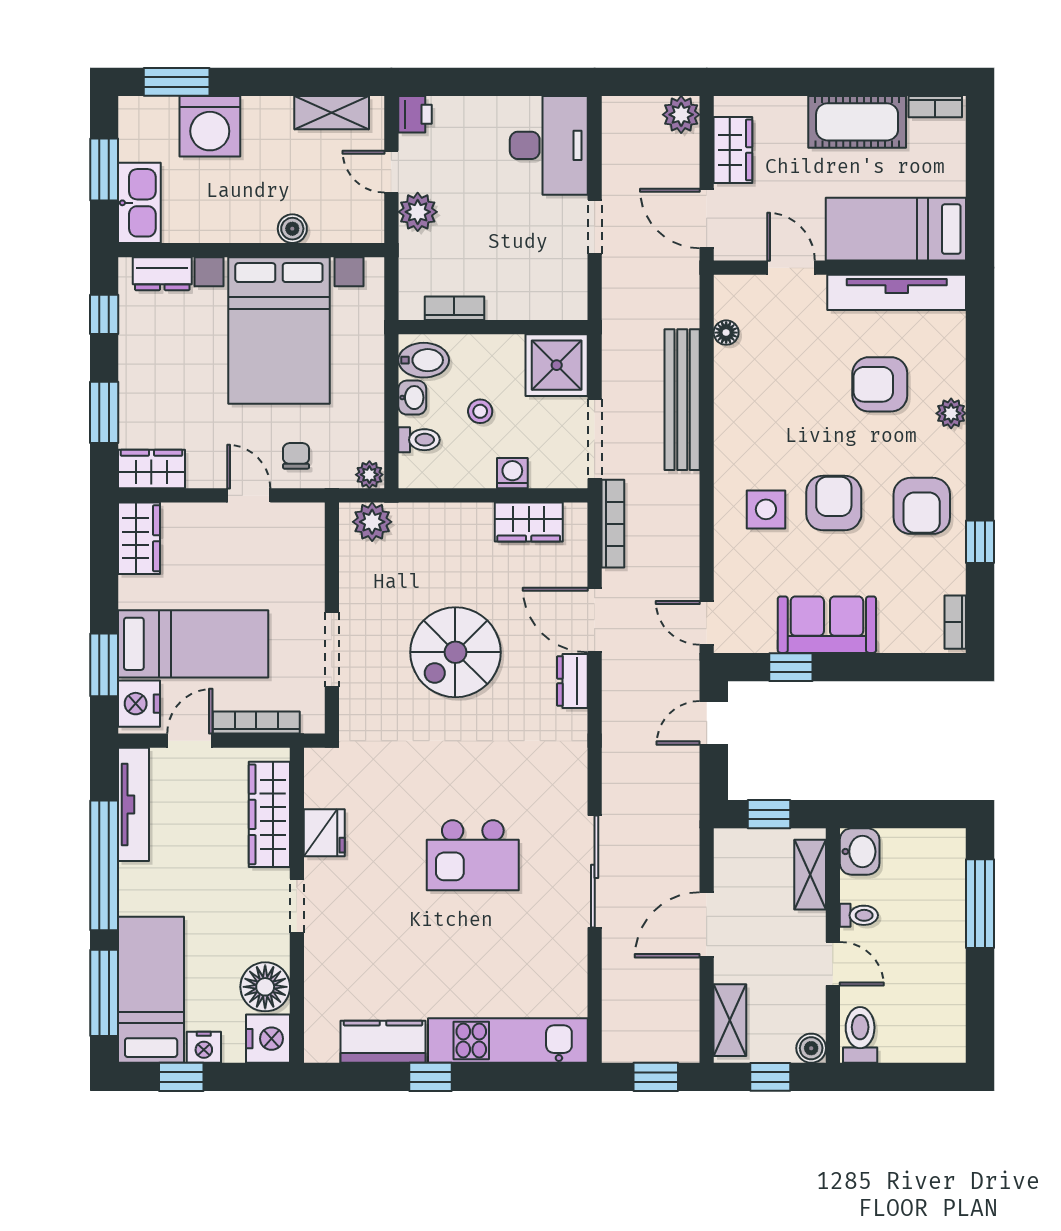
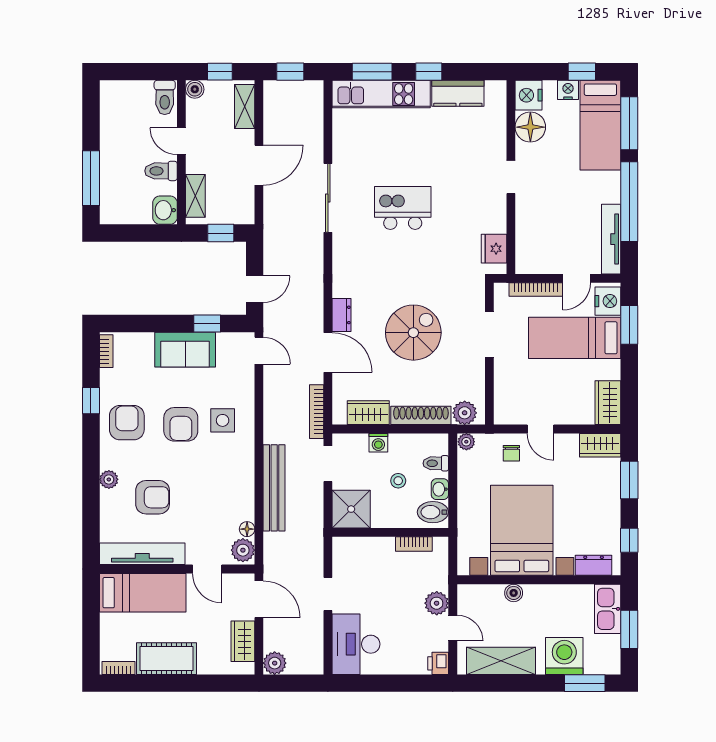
shelving: (332, 113) -> (501, 661), width x1.50, depth x1.33
plant: (733, 298) -> (243, 550), added
doorway: (595, 439) -> (328, 464), width x0.73
shoe rack: (443, 517) -> (421, 415), added
wardrobe: (269, 814) -> (528, 233), removed
fridge: (324, 833) -> (494, 249), moved
toilet: (859, 915) -> (161, 171), width x1.37, depth x1.39
window: (523, 1077) -> (372, 72), added

